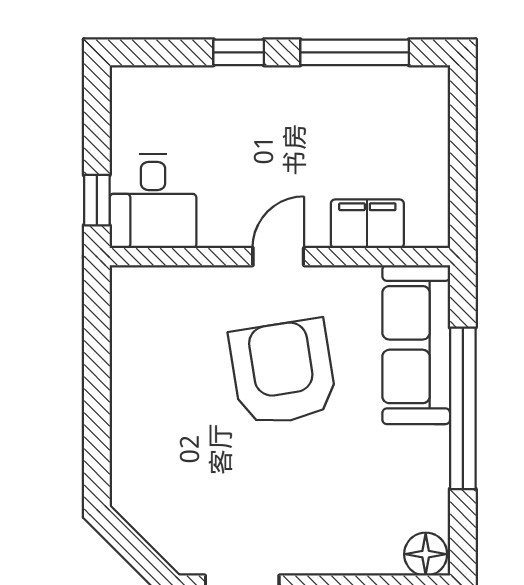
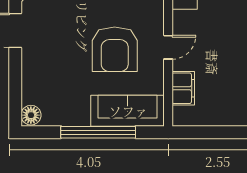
door: (278, 257) -> (168, 47), hinge flipped
armchair: (283, 372) -> (115, 49), turned 99

